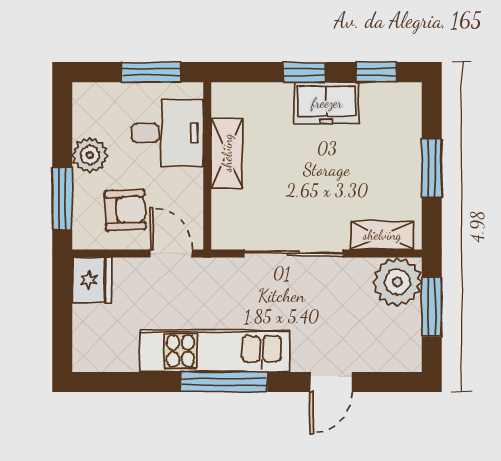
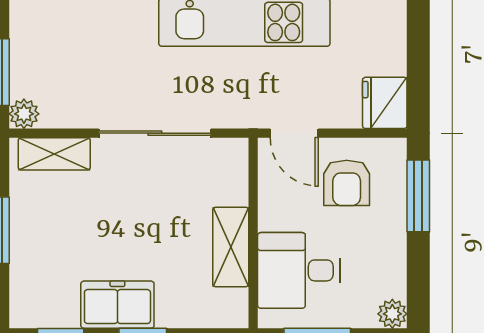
plant: (90, 155) -> (392, 314), moved, width x0.73, depth x0.73
armchair: (125, 210) -> (347, 183), turned -88
plant: (397, 282) -> (24, 114), width x0.53, depth x0.53

